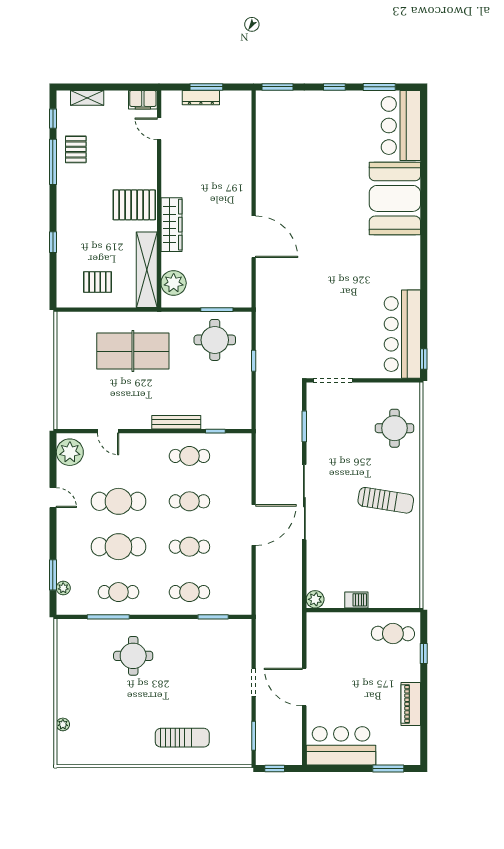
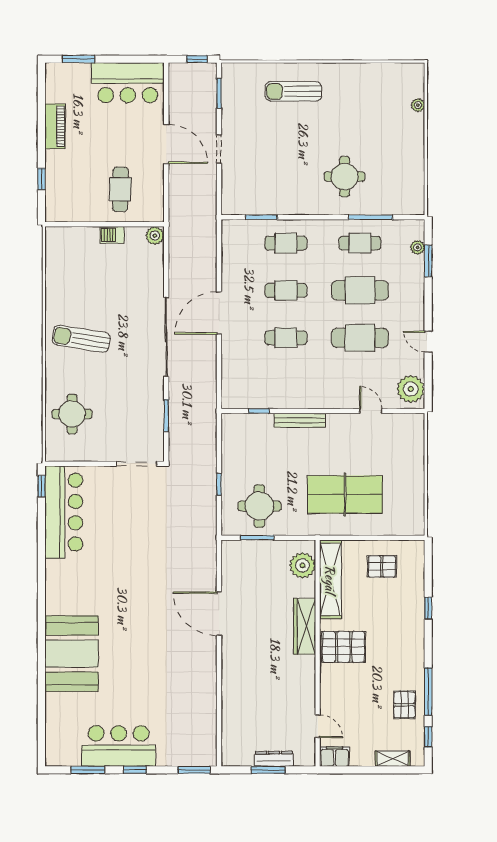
bar counter: (401, 126) -> (119, 746), moved, turned -90
cafe table: (189, 456) -> (286, 385), removed
cafe table: (393, 634) -> (120, 189), moved, turned 90

